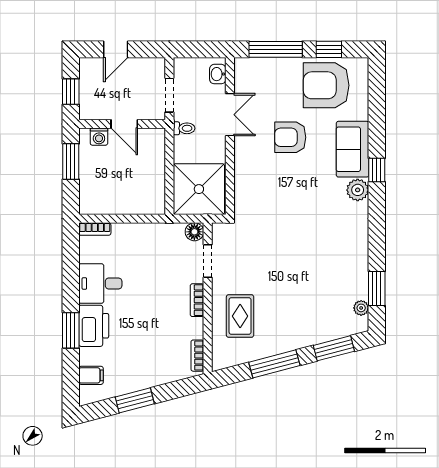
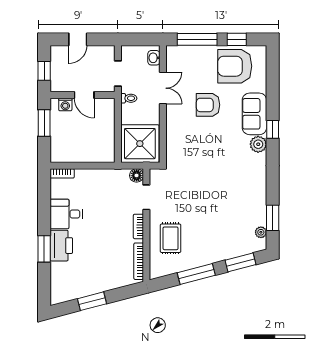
bookcase: (197, 356) -> (139, 261), width x1.56
filing cabinet: (91, 375) -> (59, 283), removed

